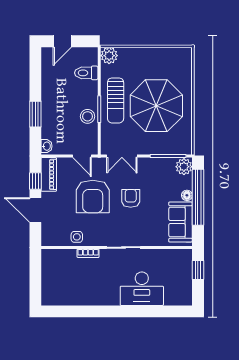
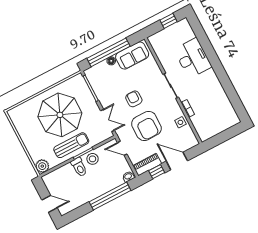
toilet: (86, 73) -> (79, 167), moved
window: (35, 114) -> (110, 196), width x2.11
door: (82, 156) -> (122, 148), swing flipped
plant: (184, 167) -> (92, 73), removed
armchair: (93, 196) -> (146, 126), turned 90
armchair: (131, 198) -> (134, 99), turned 90
door: (35, 210) -> (177, 161), swing flipped
window: (198, 270) -> (168, 21), moved

